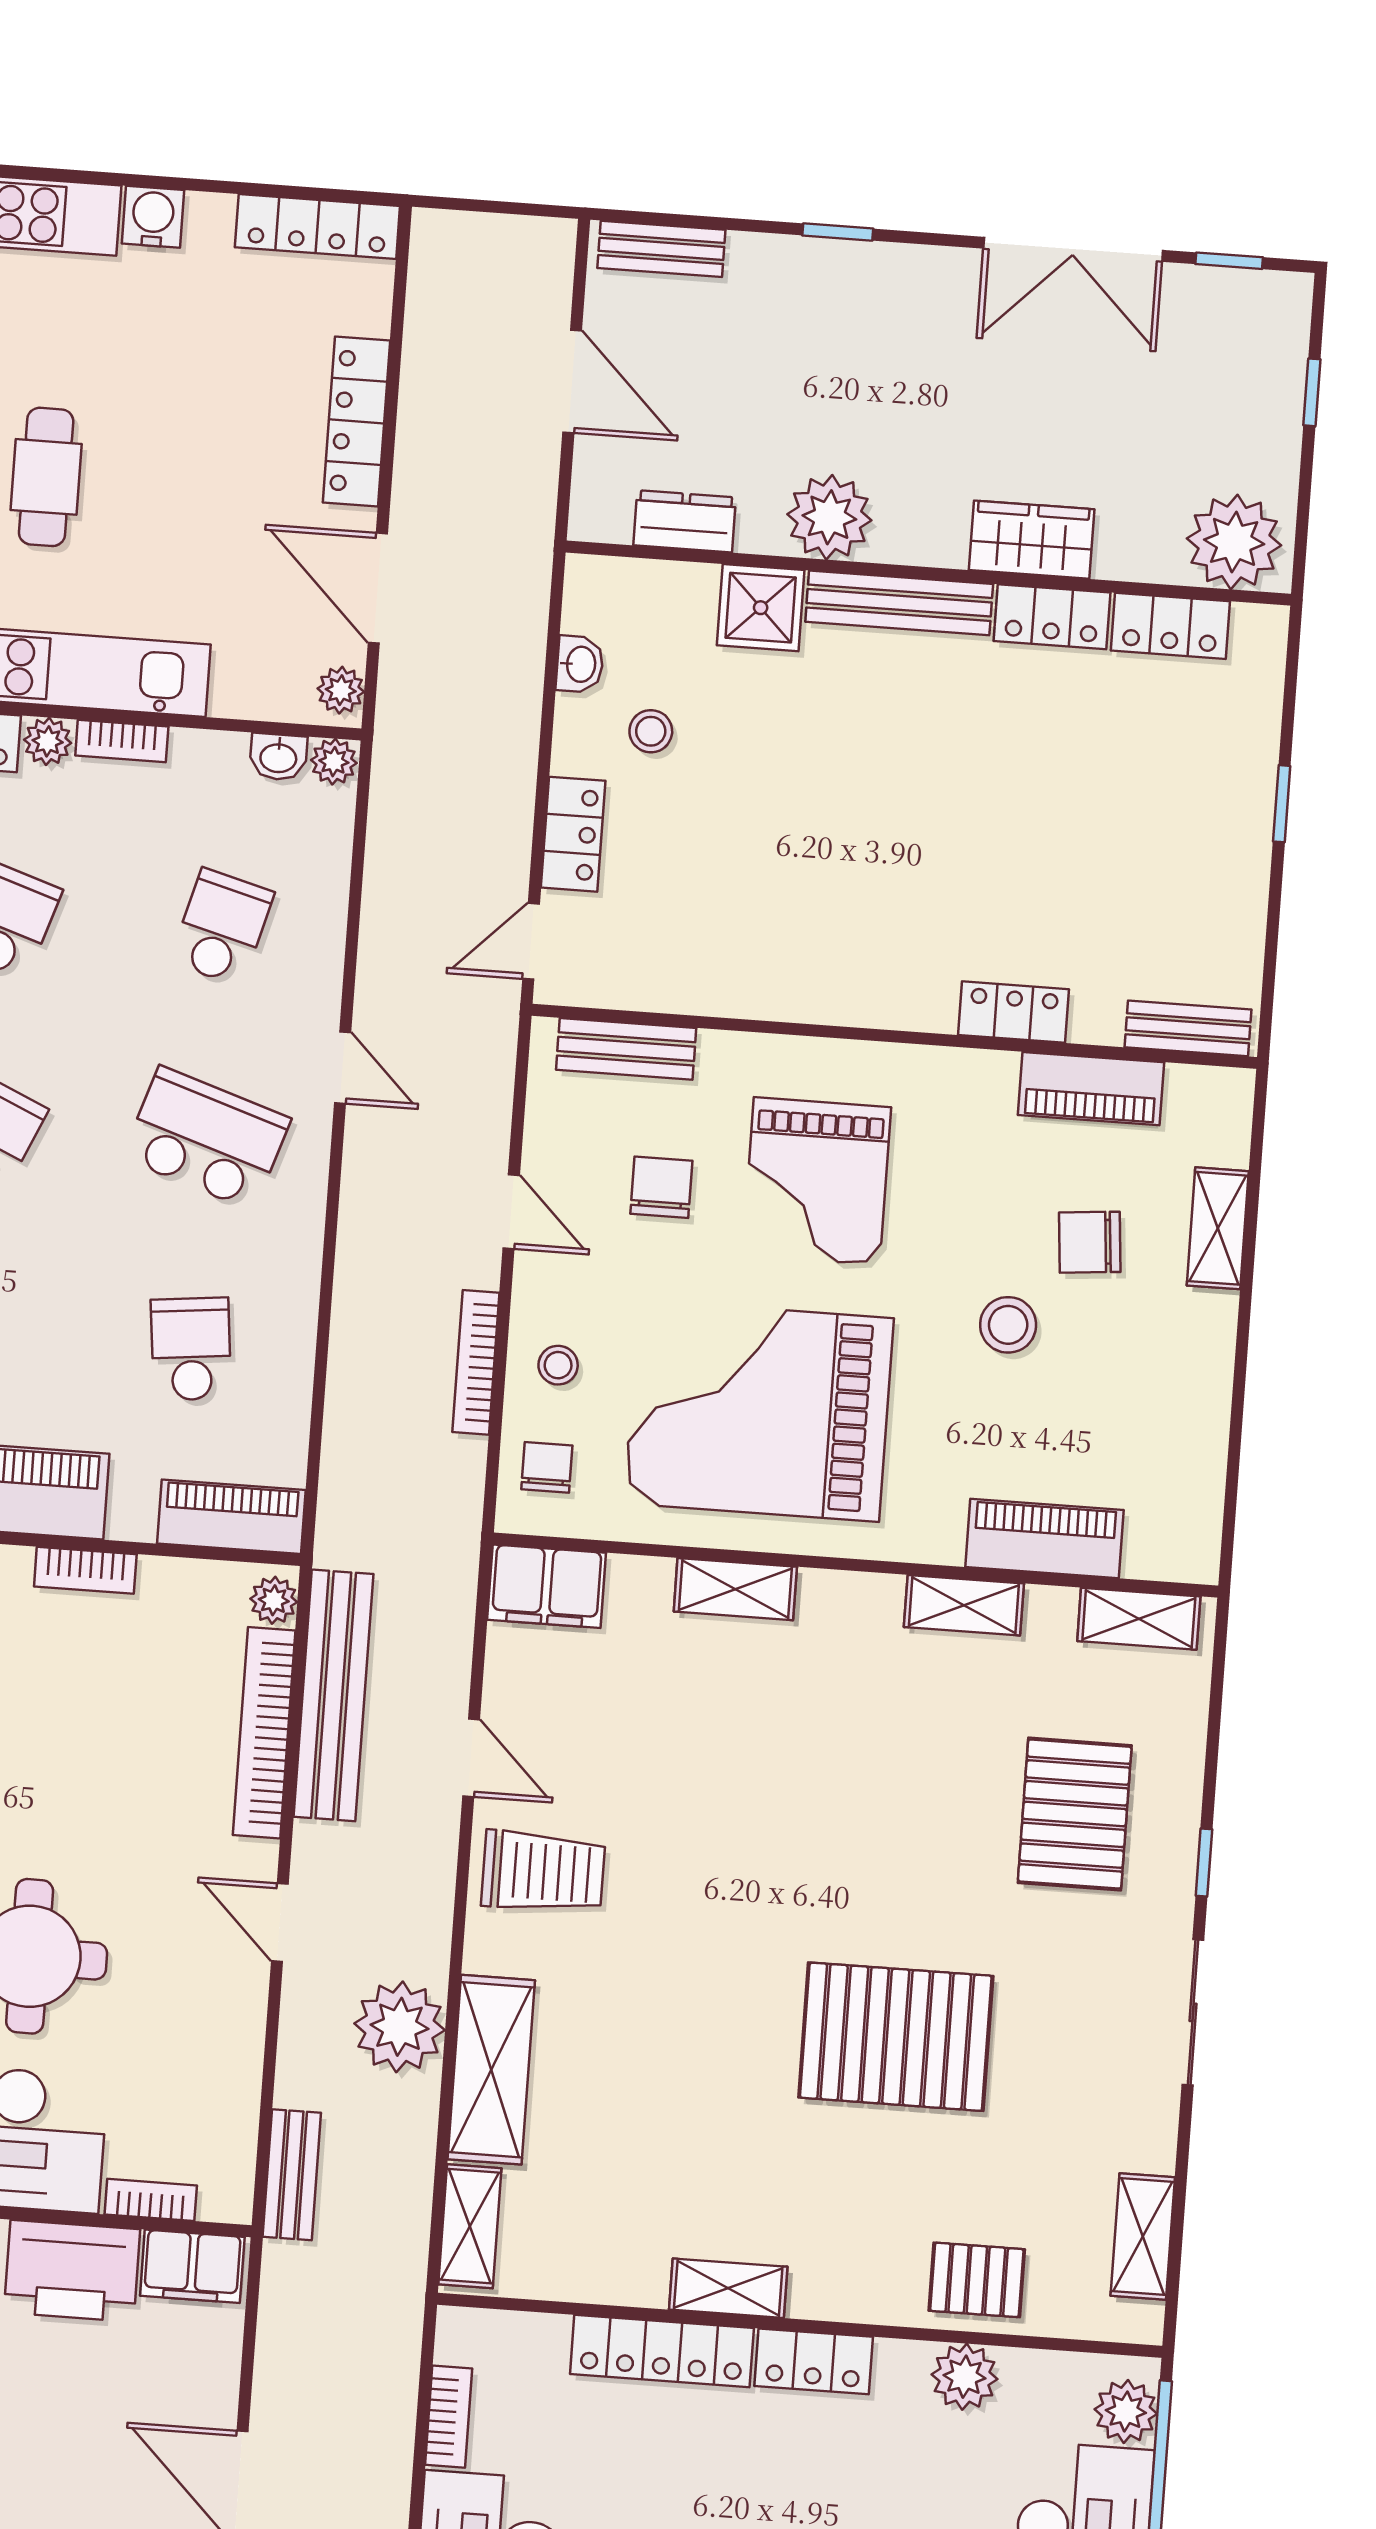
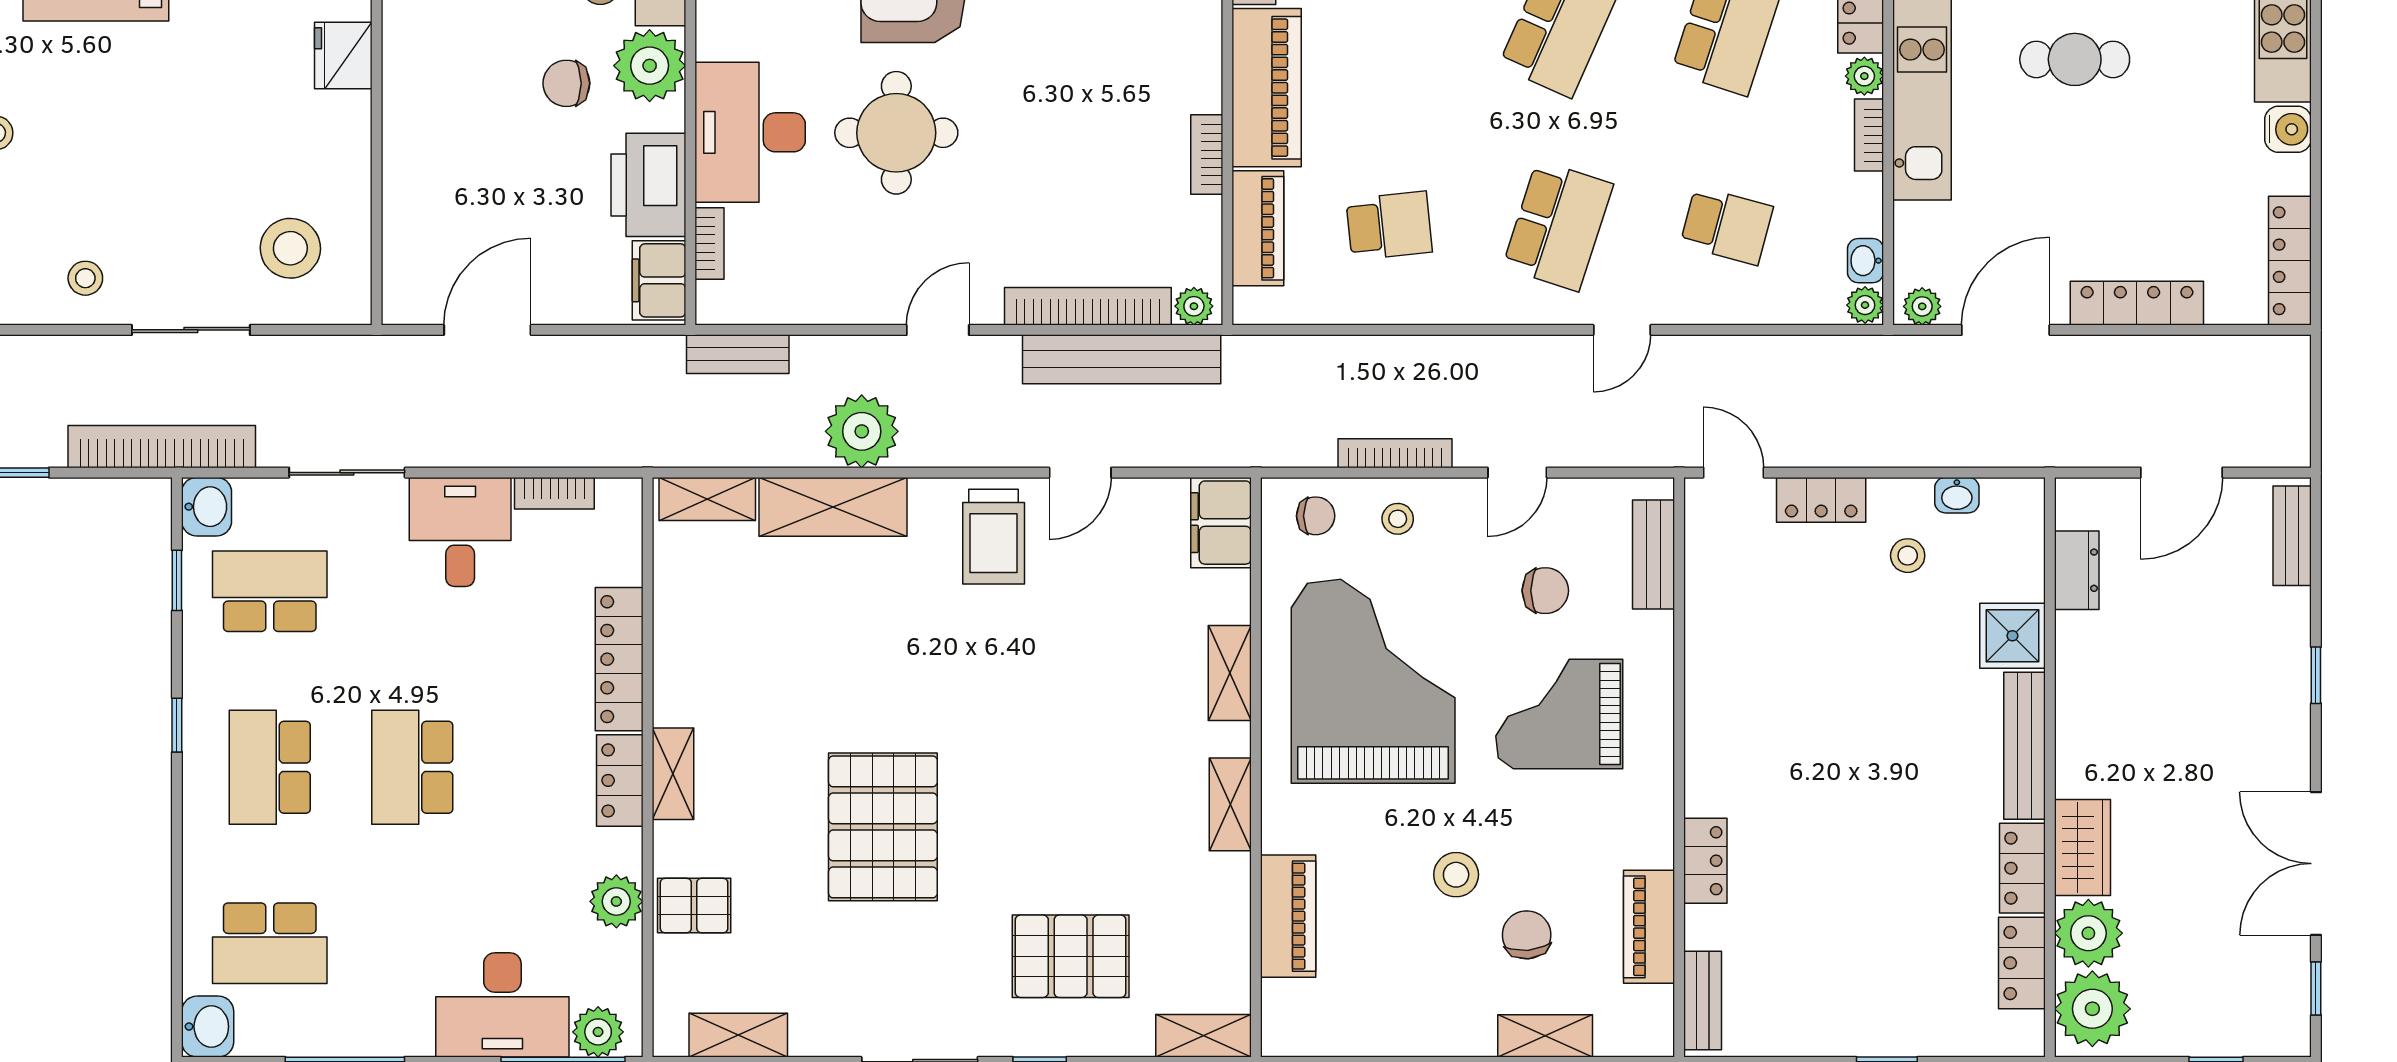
plant: (829, 517) -> (2088, 933), moved
piano: (231, 1517) -> (1258, 228), moved
shelving: (964, 1605) -> (1230, 804), moved
shelving: (1139, 1619) -> (1204, 1036), moved, turned 90
pallet: (977, 2280) -> (694, 906), turned 90
shelving: (728, 2288) -> (673, 774), moved

